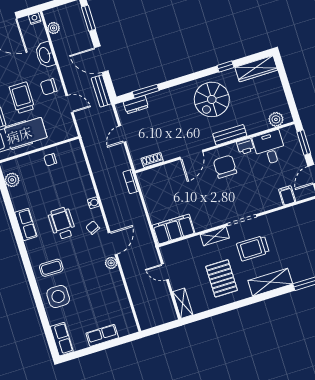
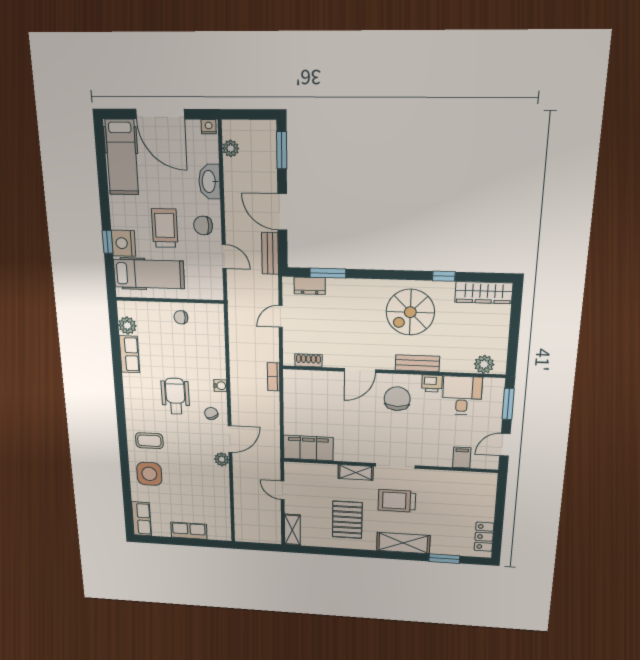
row of seats: (26, 224) -> (129, 354), moved

